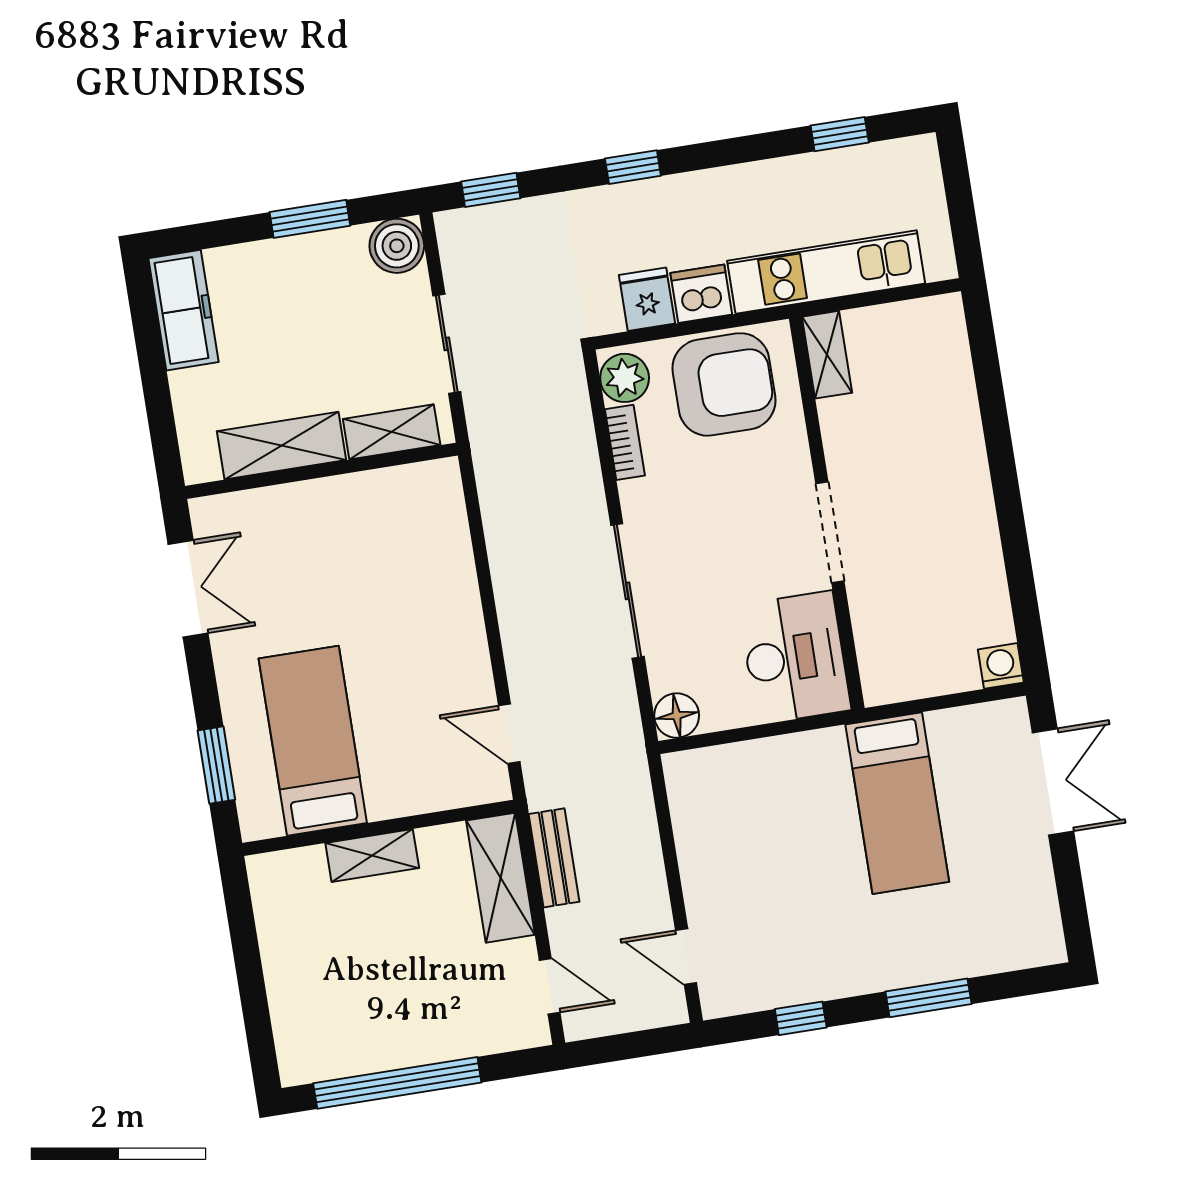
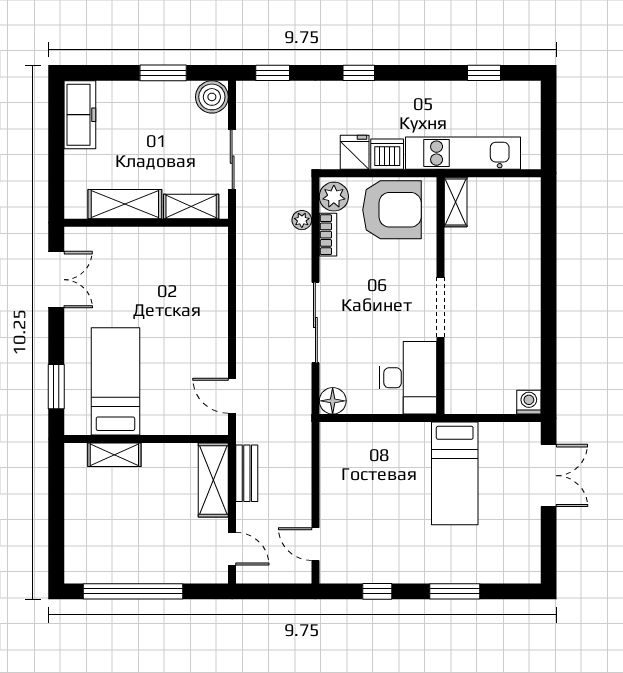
plant: (578, 425) -> (302, 220), added
shelving: (372, 856) -> (114, 455), moved

